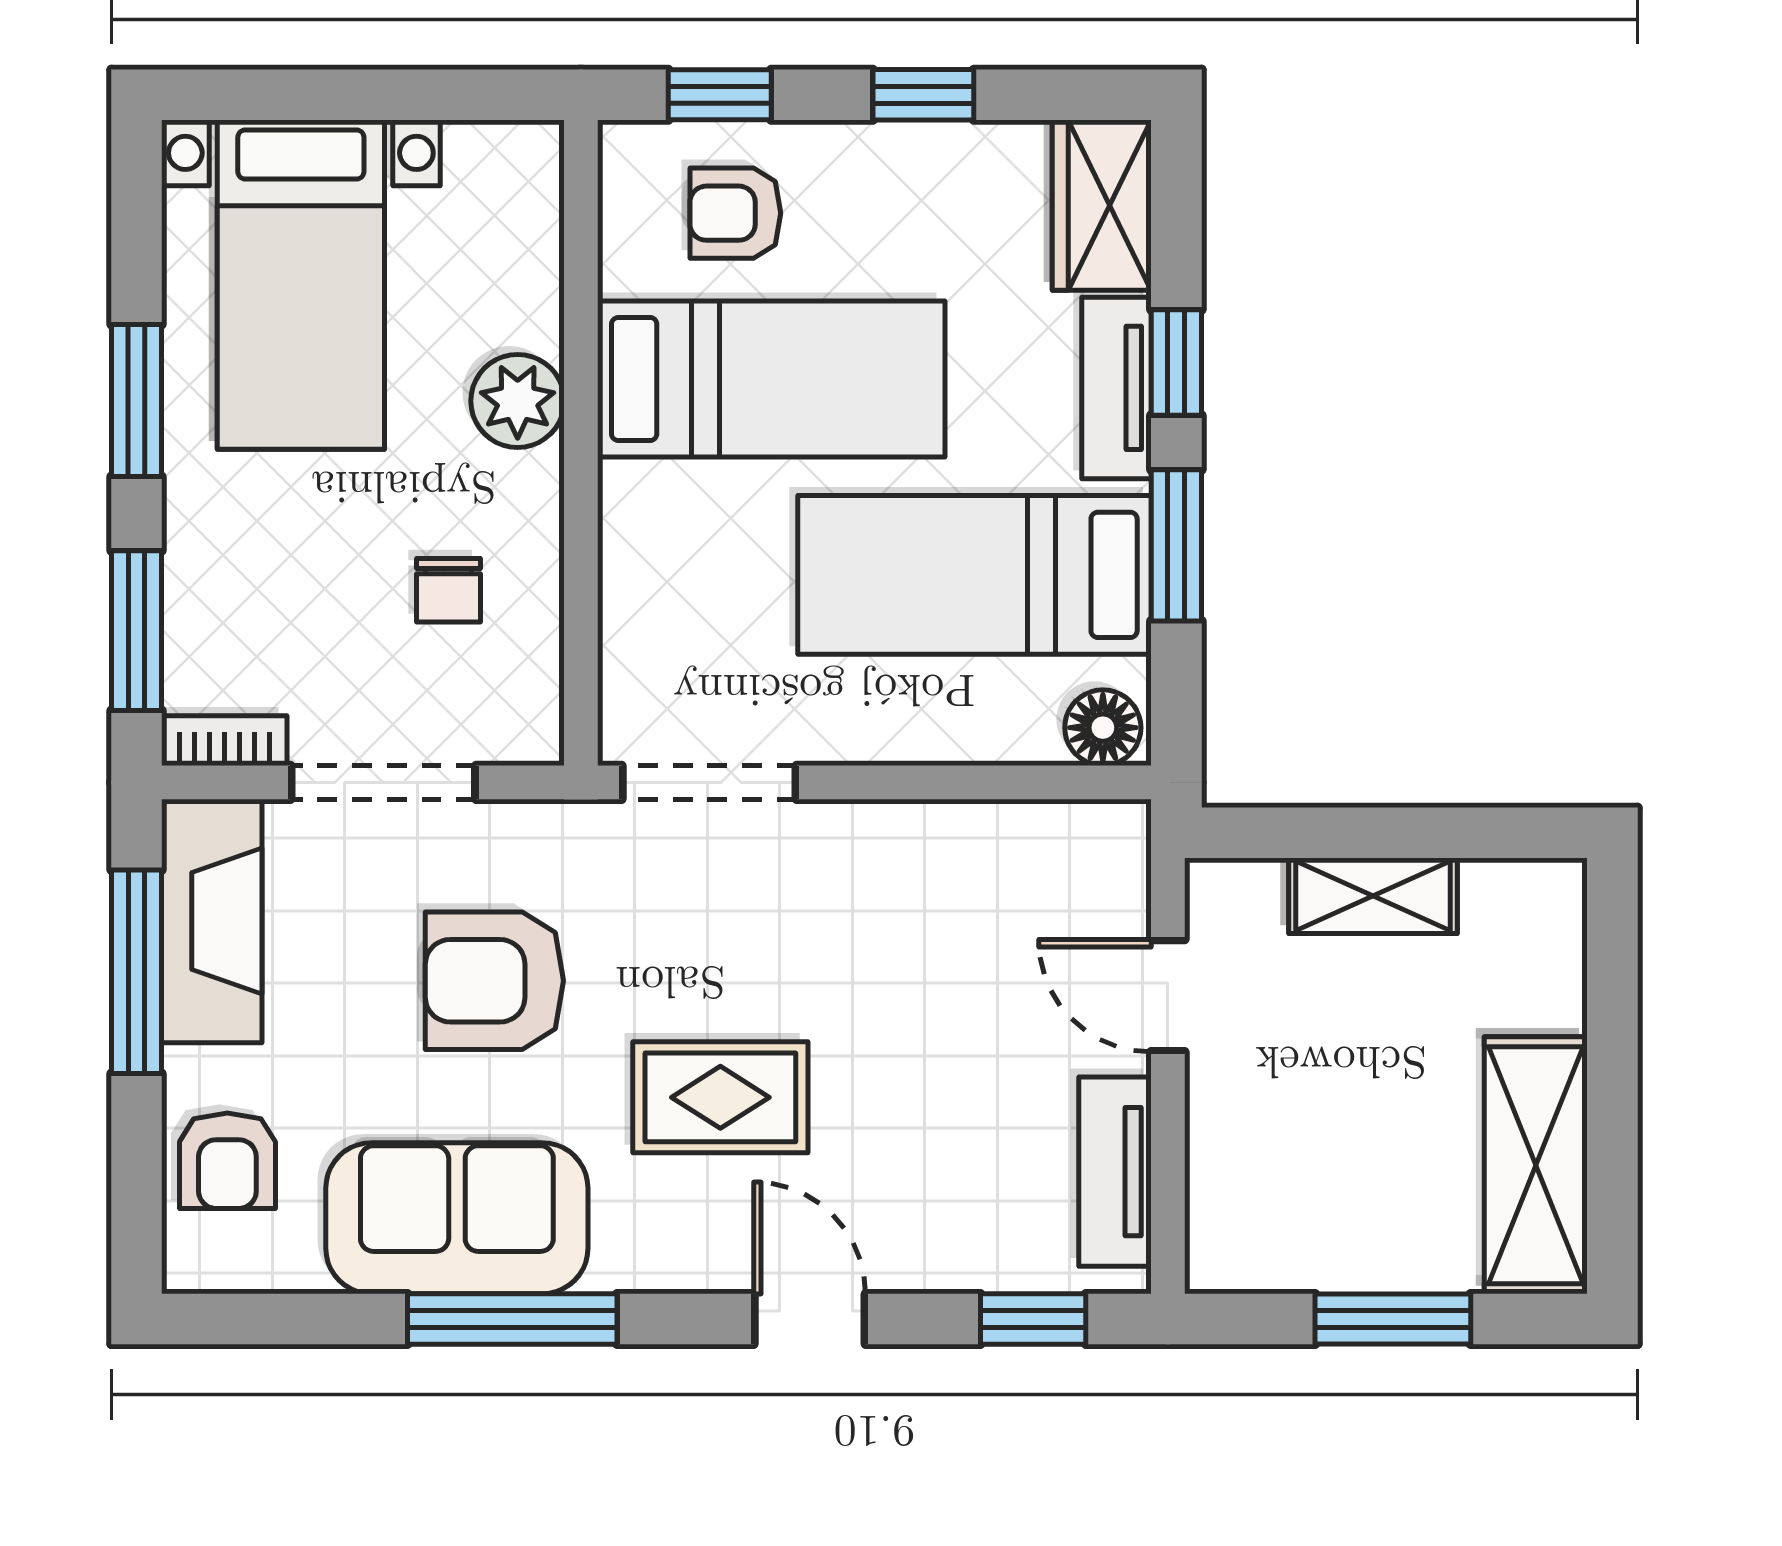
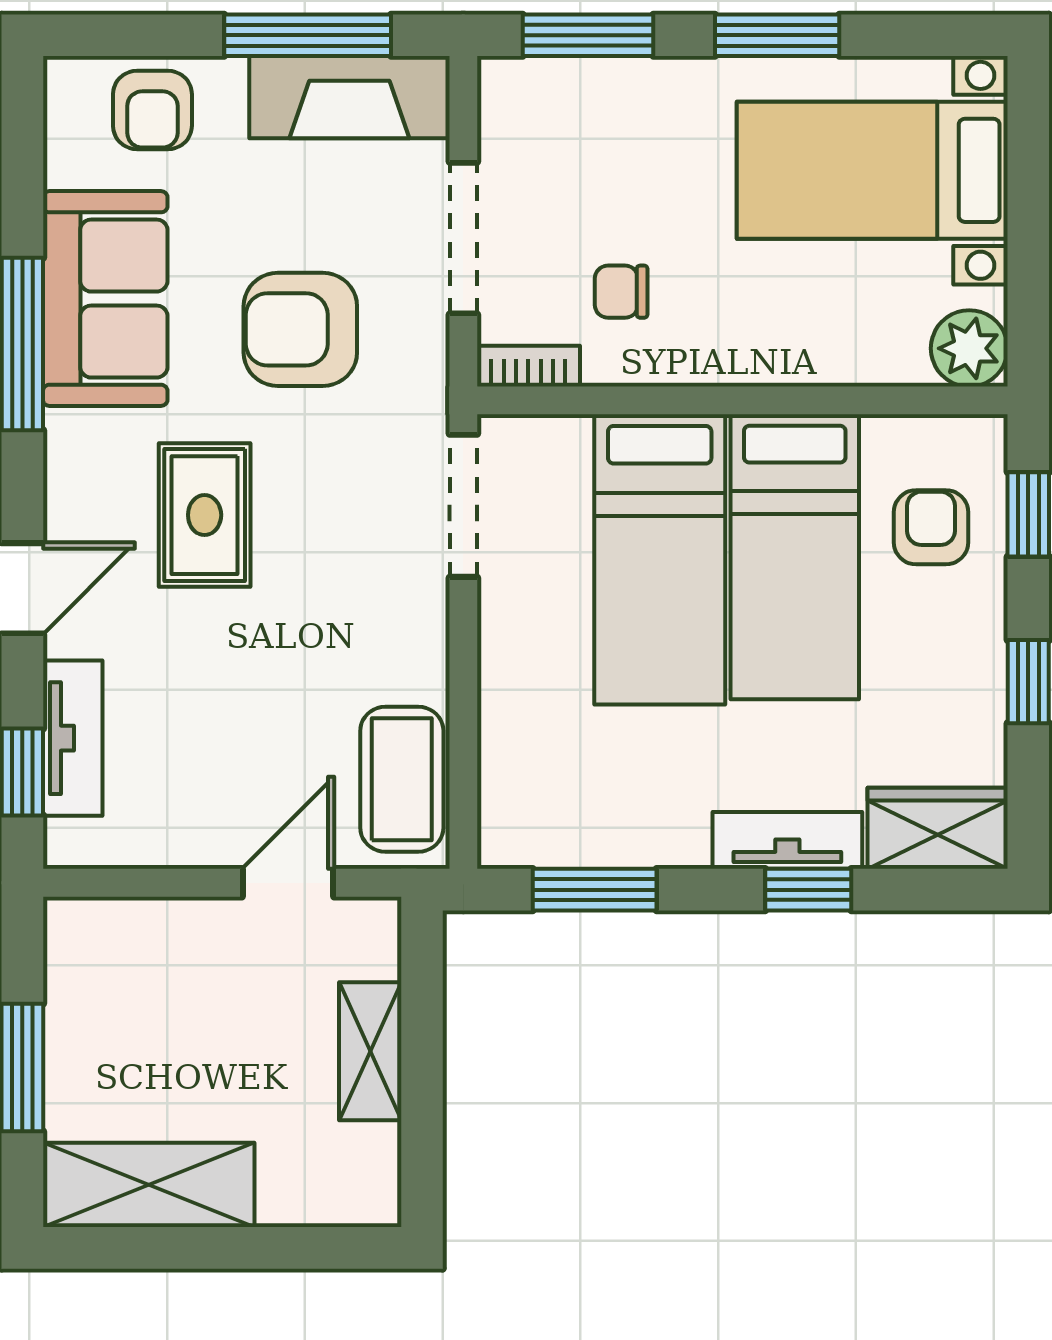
plant: (518, 401) -> (969, 348), moved
window: (1176, 545) -> (595, 890), moved
bed: (975, 575) -> (660, 559), moved, turned 180
floor lamp: (1103, 728) -> (508, 829), removed
bookcase: (224, 741) -> (528, 366), moved, turned -90
coffee table: (1042, 857) -> (402, 779), added
armchair: (494, 981) -> (300, 329), turned -90
armchair: (227, 1161) -> (152, 110), turned -90
tv unit: (1115, 1172) -> (73, 738), moved, turned 90

